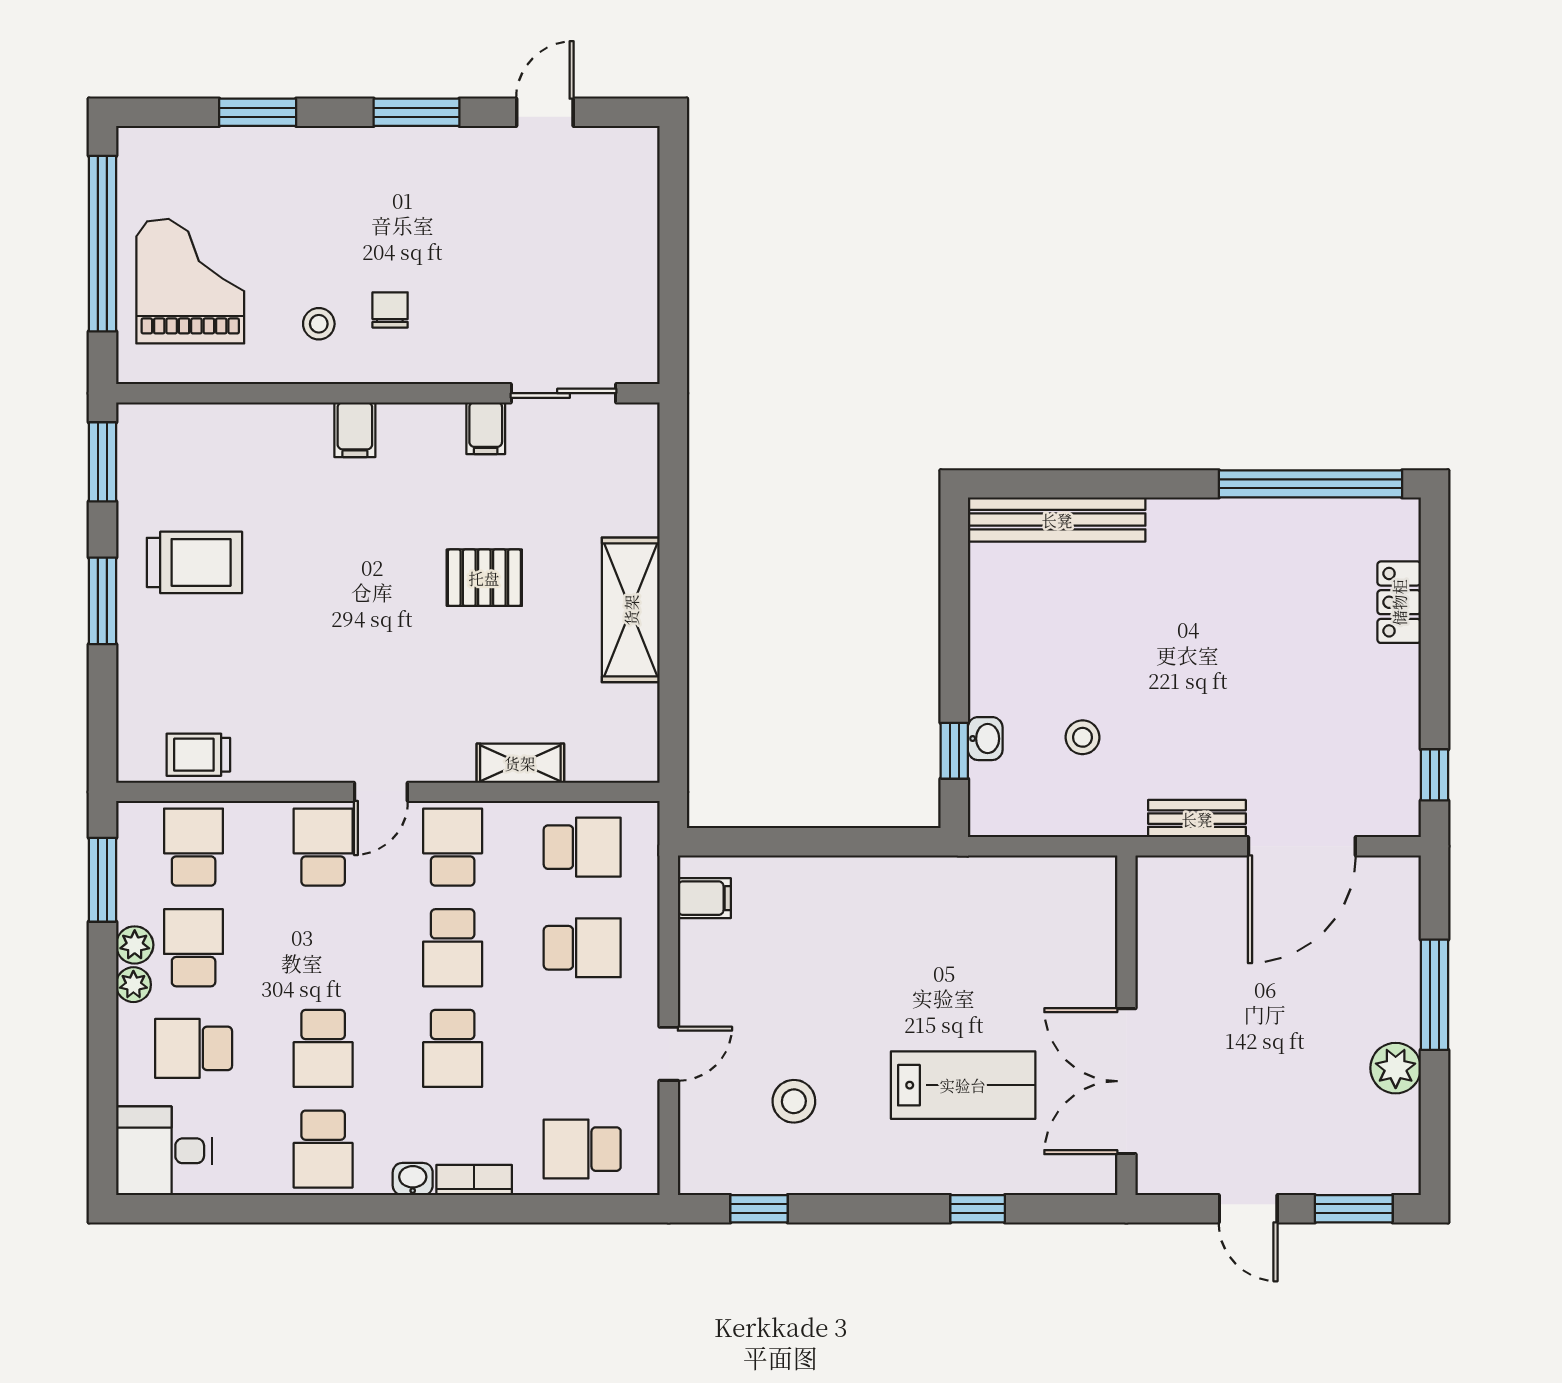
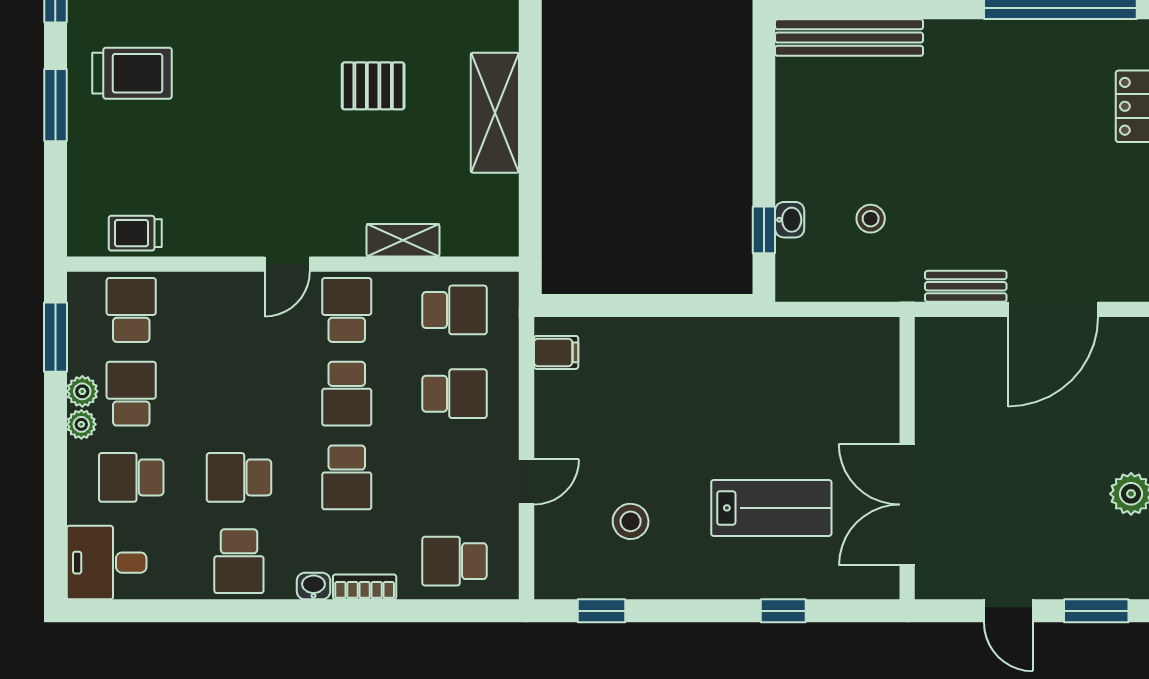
school desk: (323, 847) -> (239, 310), removed
school desk: (323, 1048) -> (239, 477), turned 90

